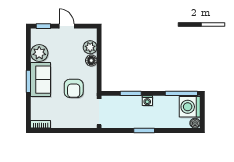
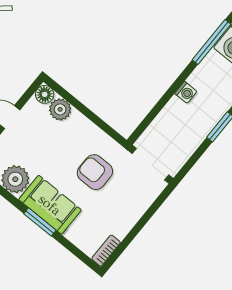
floor lamp: (91, 60) -> (45, 94), moved
armchair: (74, 88) -> (95, 172), turned 180
window: (131, 93) -> (160, 105), removed

